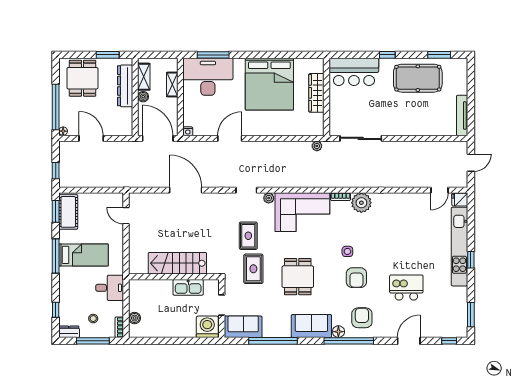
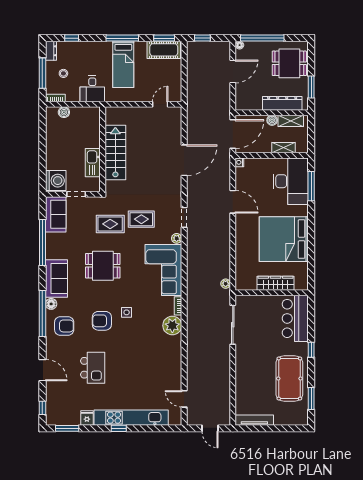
fridge: (460, 200) -> (87, 418), moved

